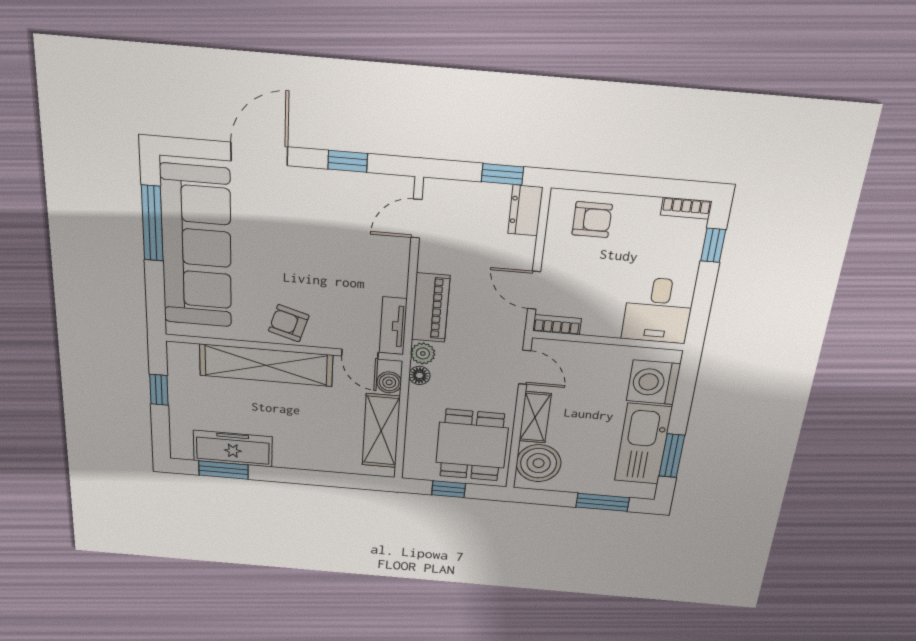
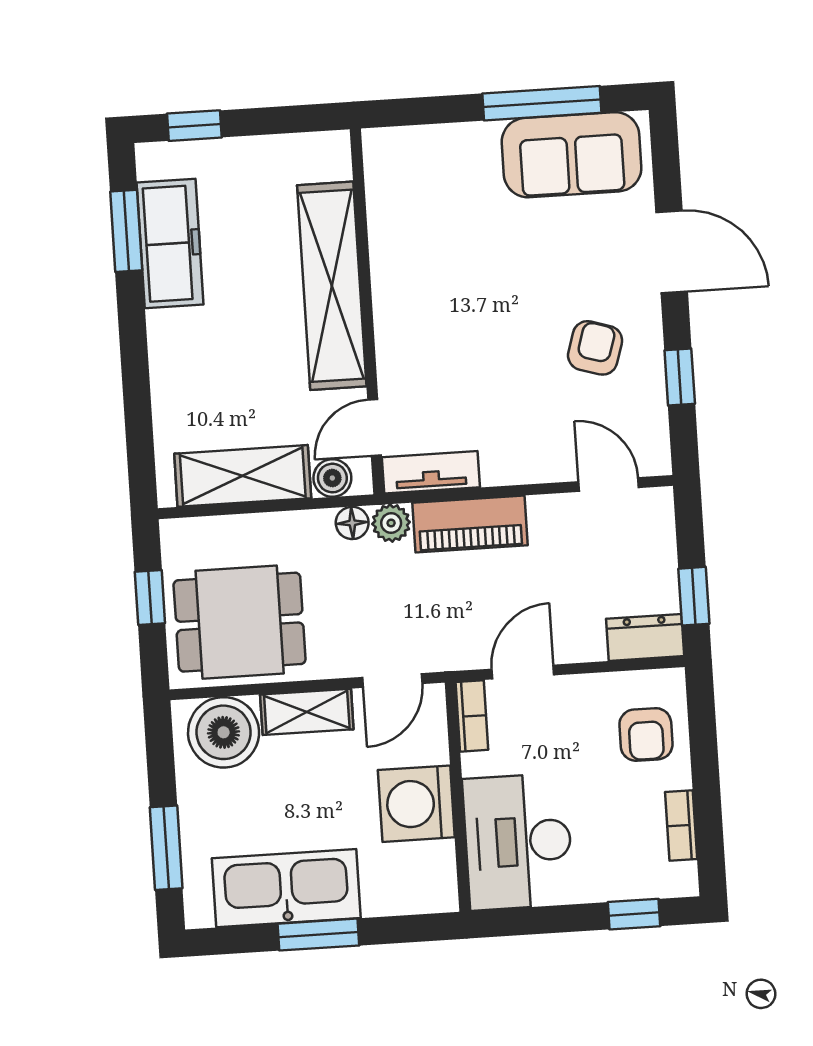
bookcase: (686, 208) -> (681, 826), moved
sofa: (196, 247) -> (572, 155), width x0.54, depth x0.79
desk: (658, 310) -> (518, 842), width x1.37
armchair: (289, 323) -> (595, 348), moved
washing machine: (653, 382) -> (416, 804), moved, turned -90
window: (159, 390) -> (194, 126), moved
window: (672, 456) -> (318, 935), moved

